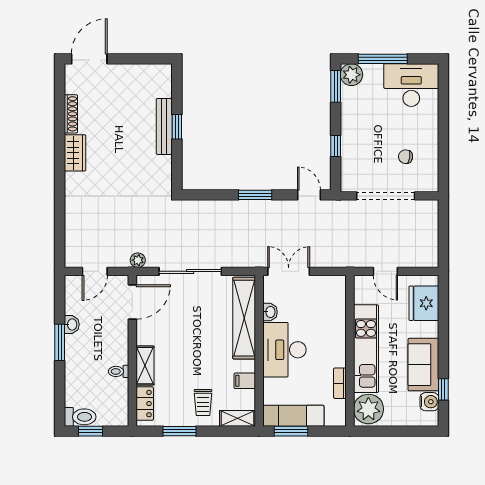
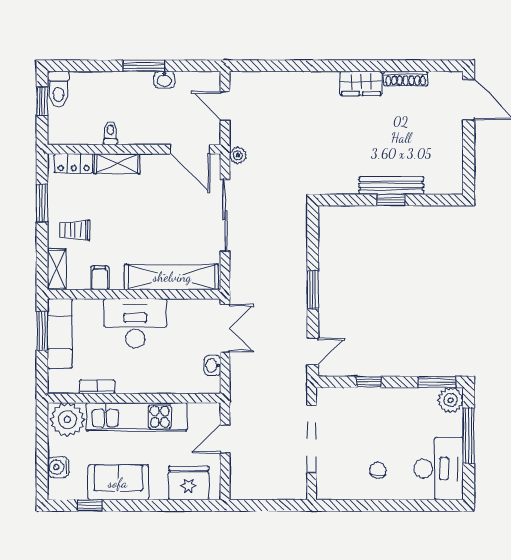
chair: (406, 157) -> (378, 470), moved
washbasin: (270, 312) -> (213, 365), moved, turned 90
water cooler: (429, 402) -> (58, 467), moved, turned 90

